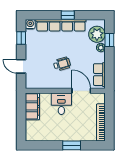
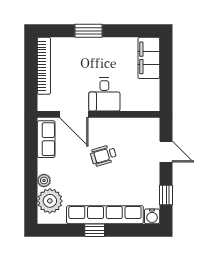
window: (109, 40) -> (31, 192), removed
filing cabinet: (32, 106) -> (149, 58), moved

